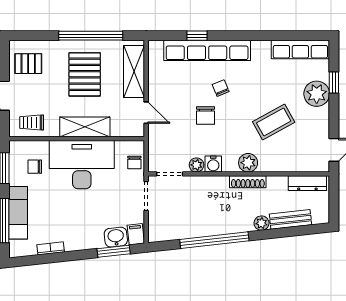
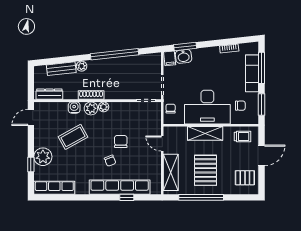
water cooler: (213, 164) -> (74, 108), moved
plant: (196, 165) -> (104, 107), moved

